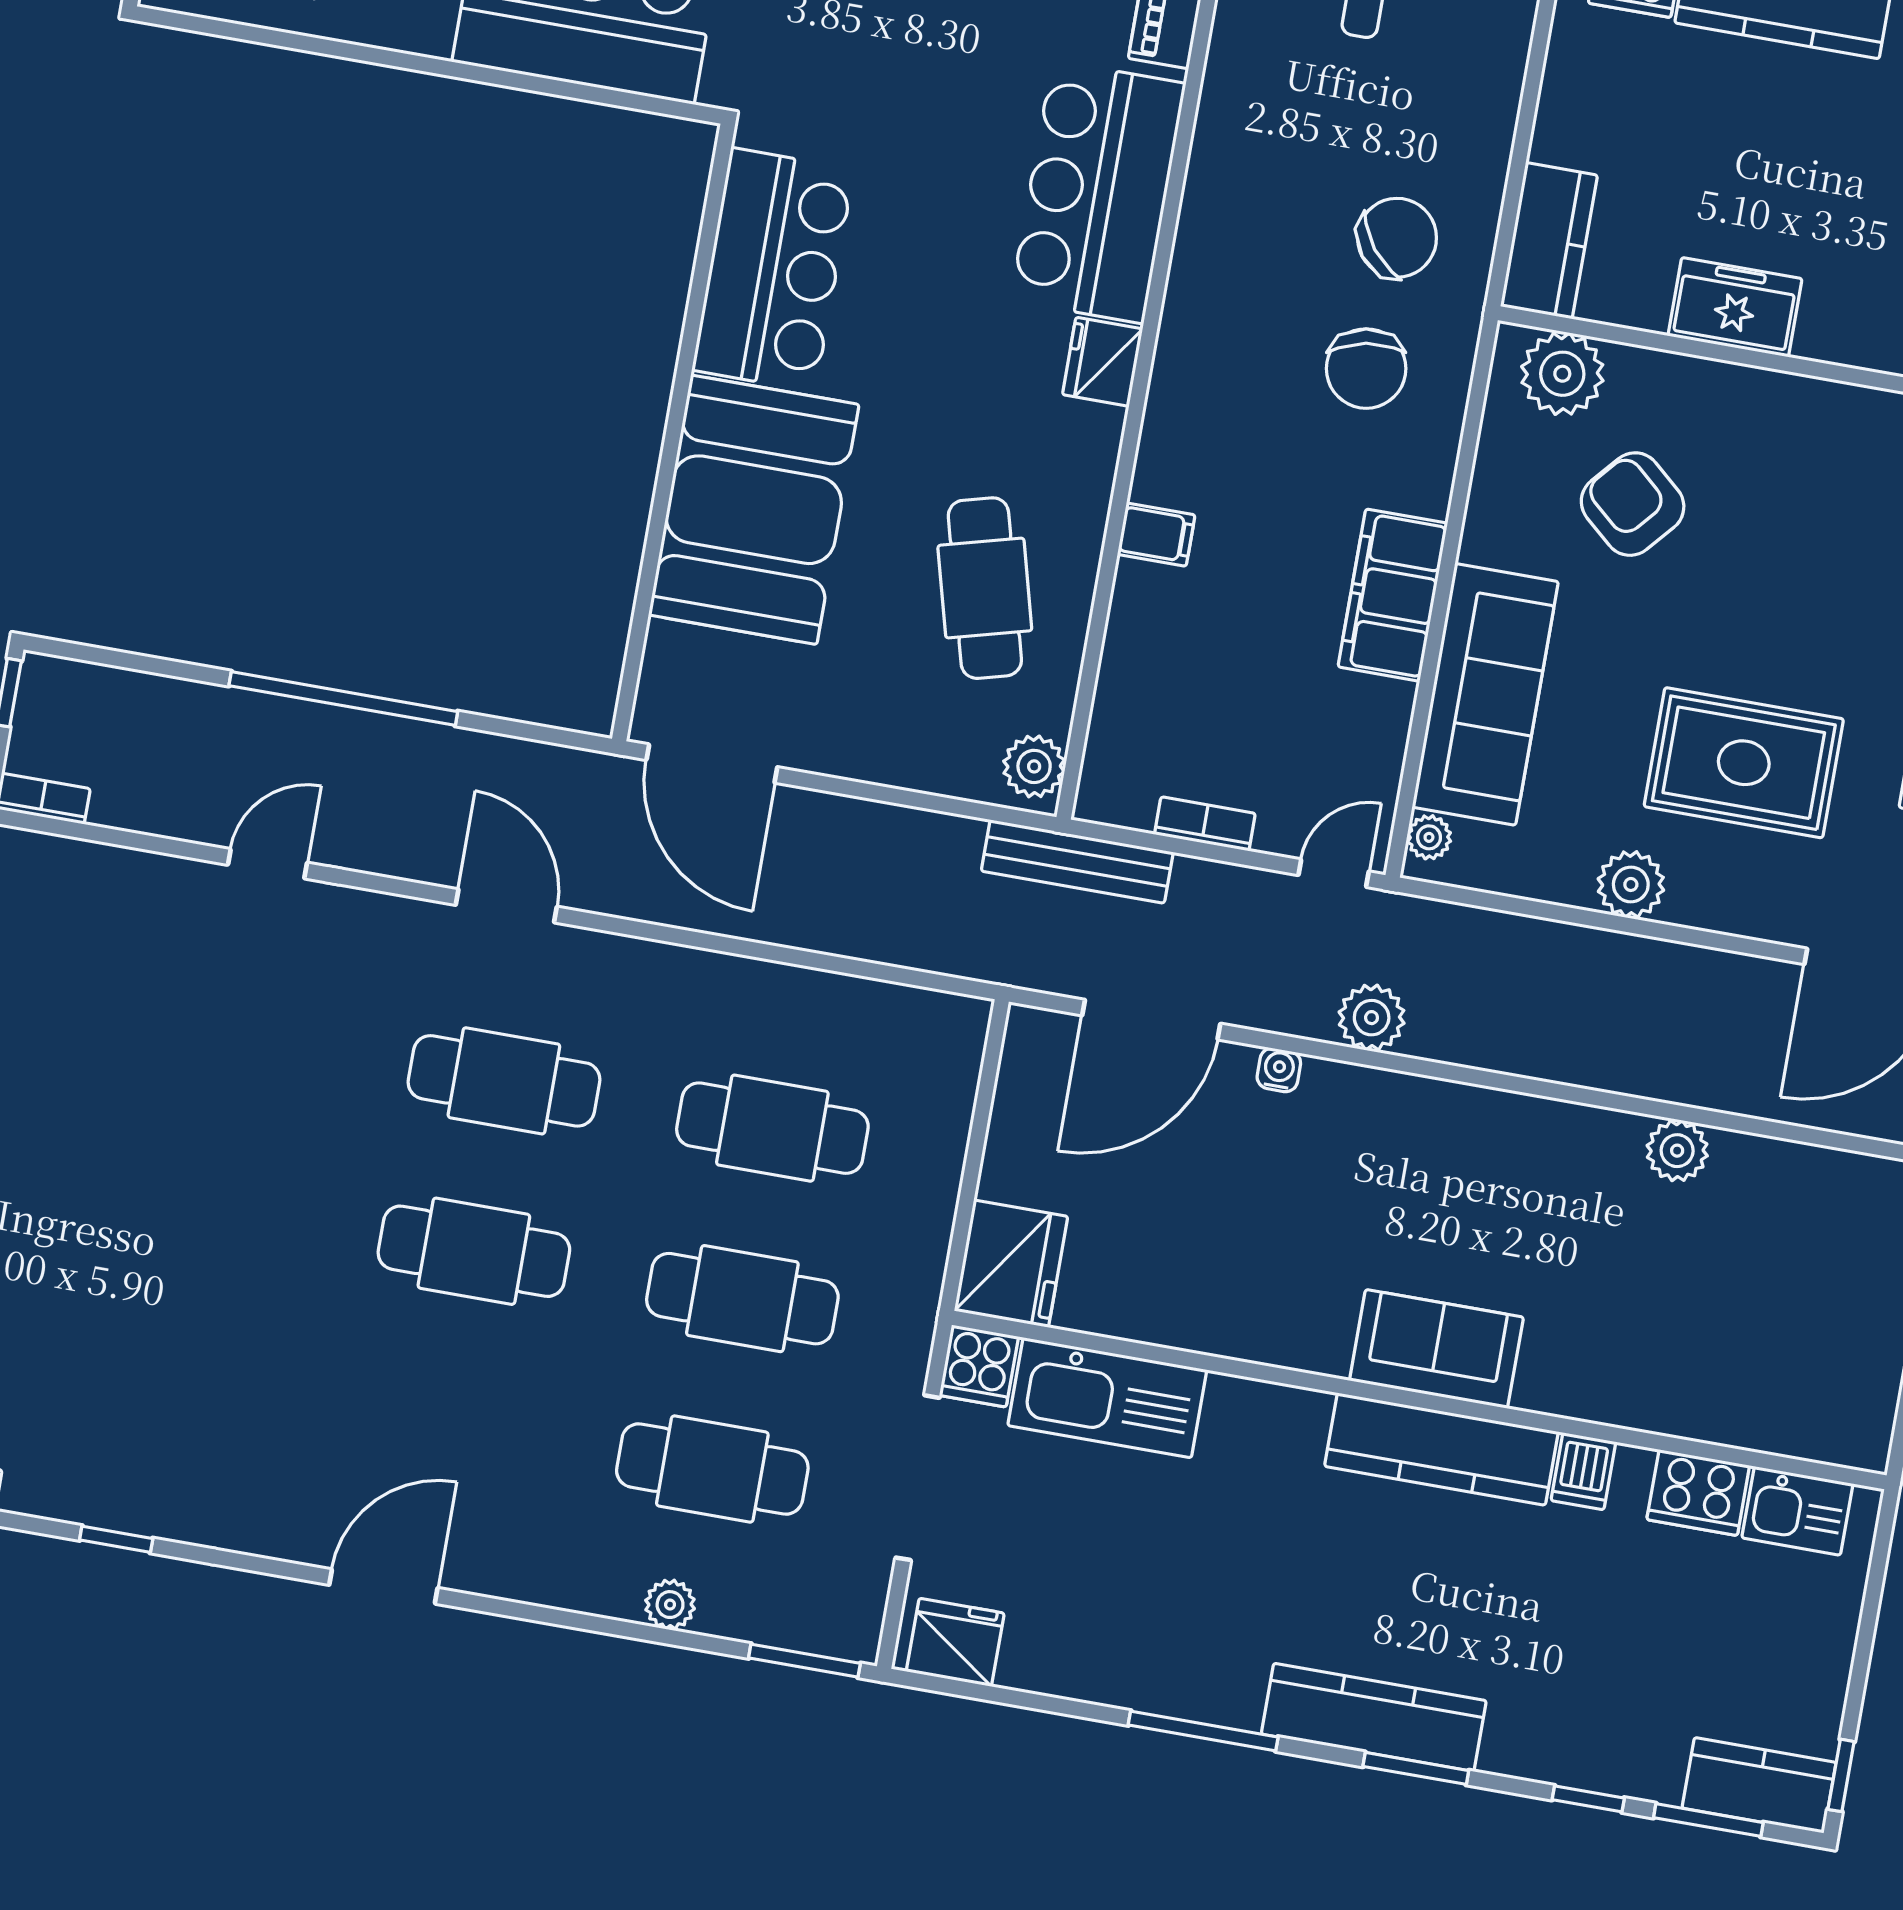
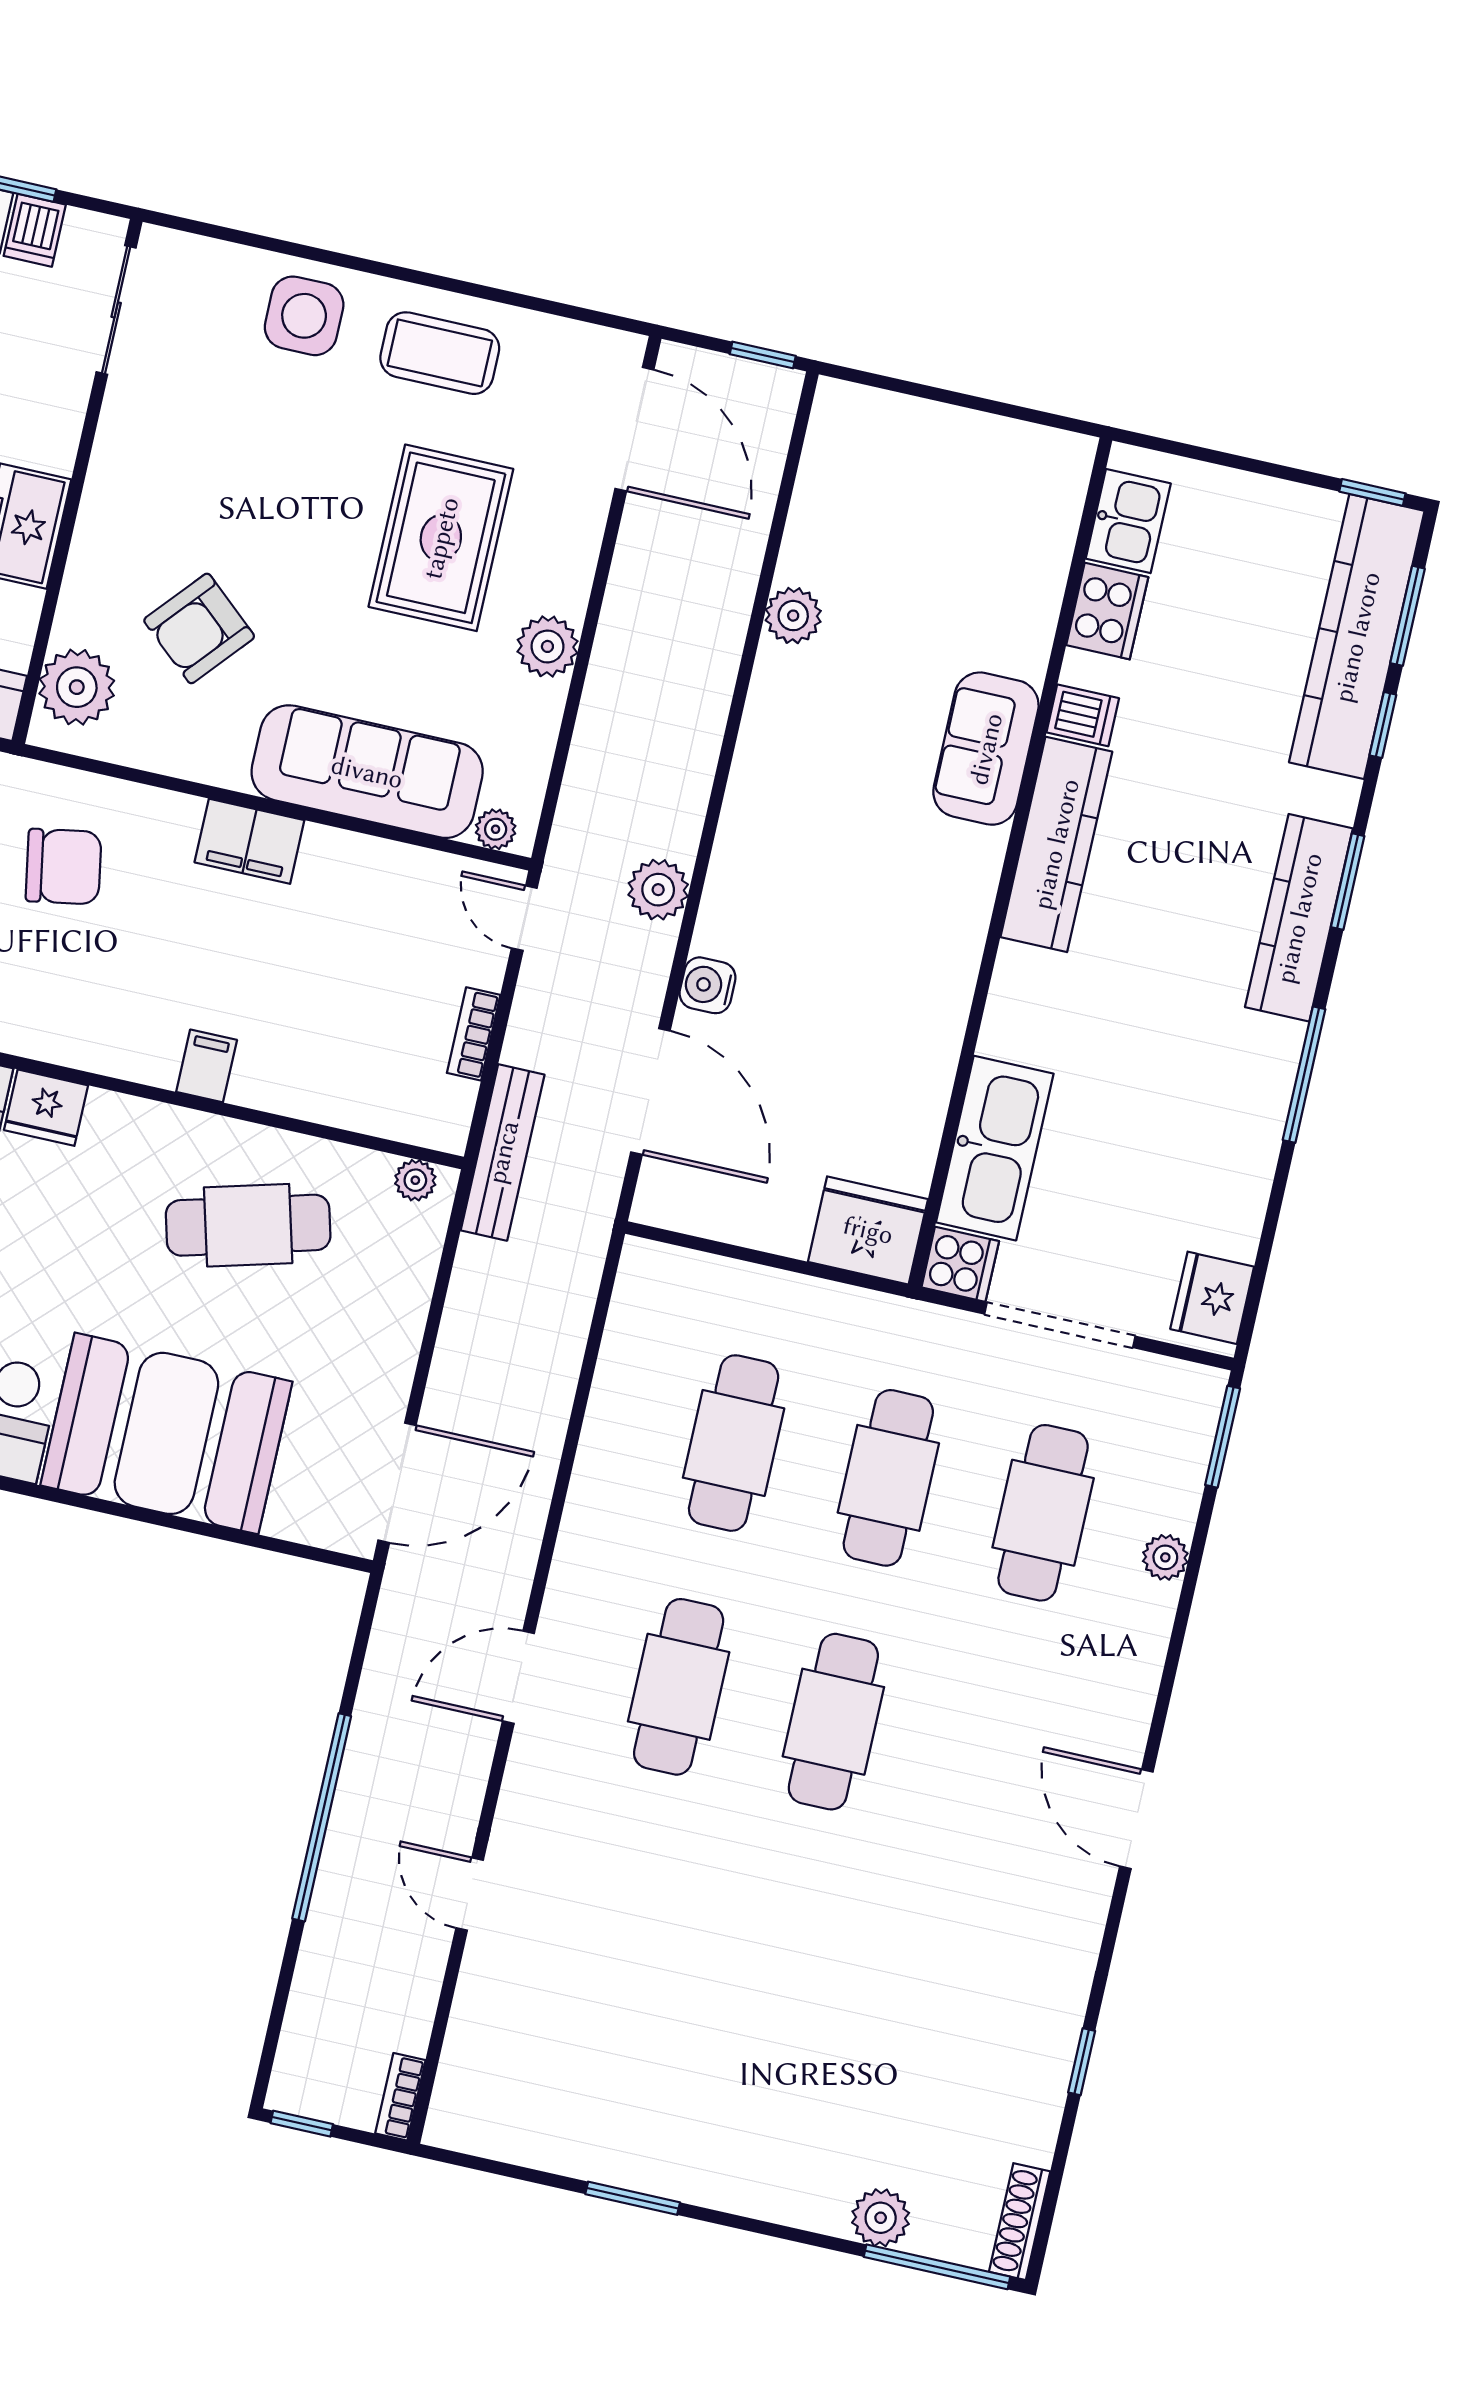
filing cabinet: (1393, 595) -> (249, 841), width x0.67, depth x0.86
plant: (1034, 766) -> (415, 1180), width x0.73, depth x0.73
water cooler: (1279, 1070) -> (708, 985), width x1.38, depth x1.38
sofa: (1436, 1349) -> (986, 749), moved
kitchen counter: (1759, 1785) -> (1357, 637), width x2.08, depth x1.17

